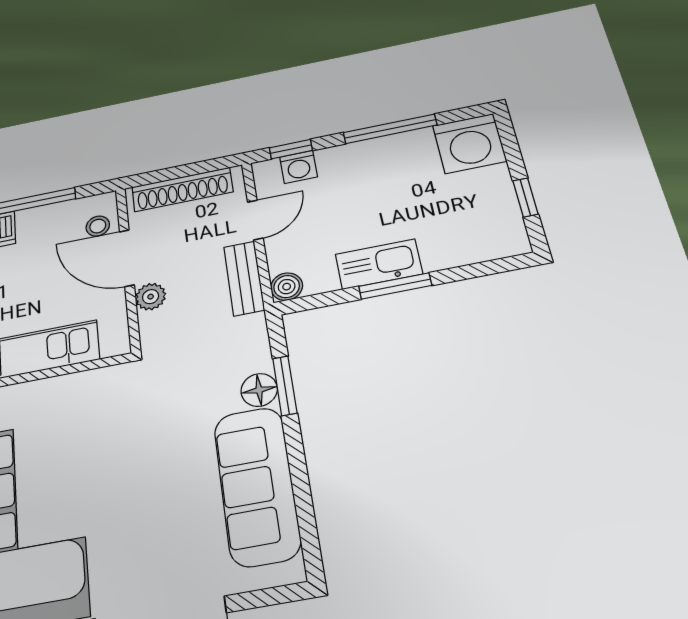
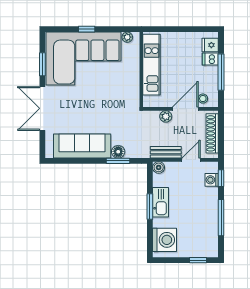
washing machine: (469, 143) -> (164, 240), moved, turned 180
window: (525, 197) -> (198, 260), moved
door: (255, 220) -> (191, 160), swing flipped

